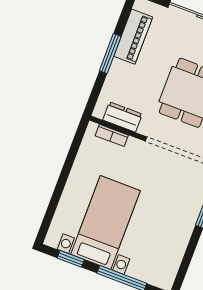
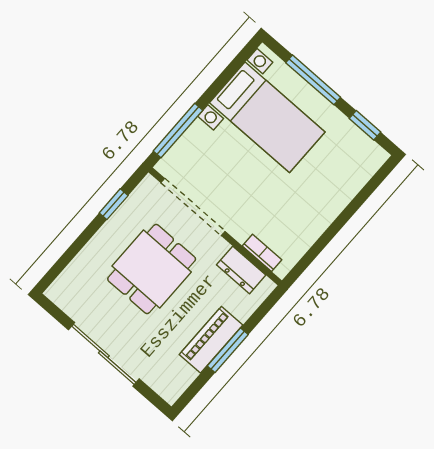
piano: (133, 37) -> (211, 340), moved
bed with nightstands: (105, 222) -> (267, 117), moved, turned -90

